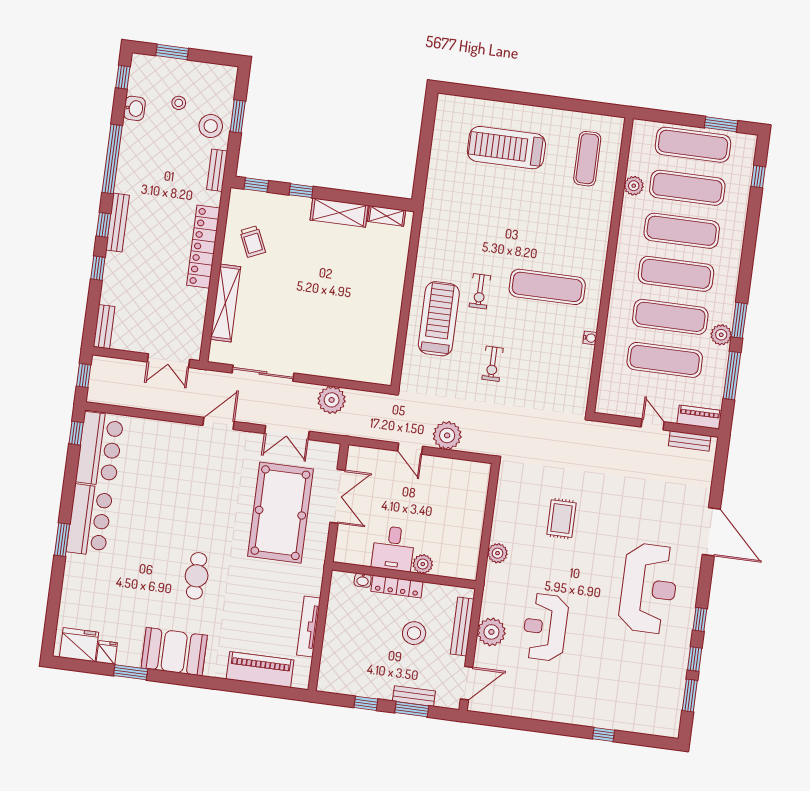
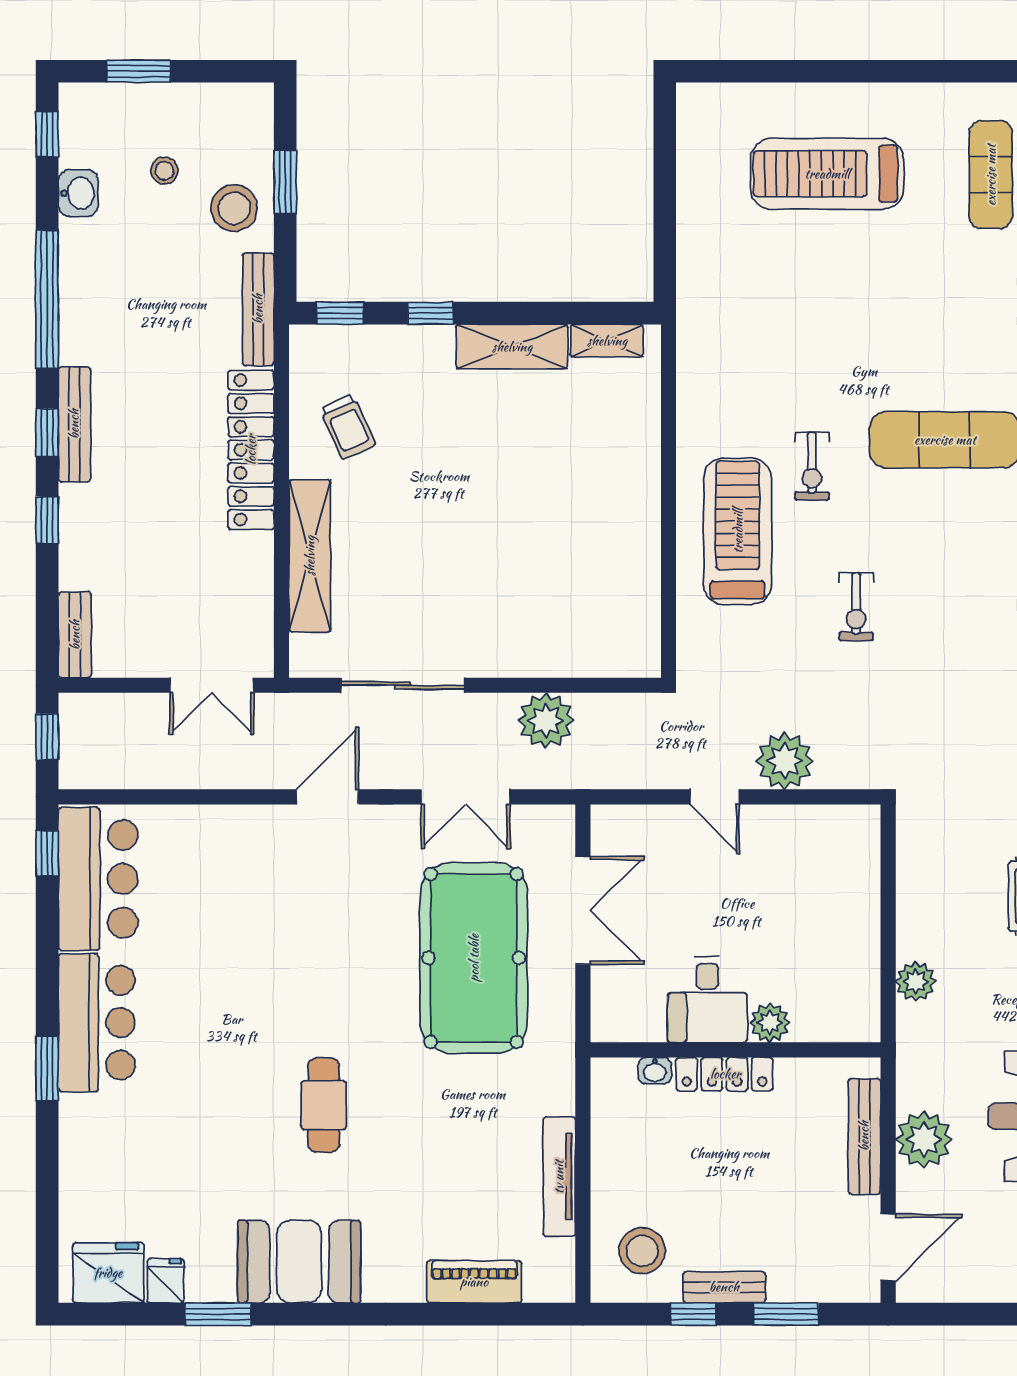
bench: (217, 170) -> (258, 309), width x1.36
stool: (414, 633) -> (642, 1251), moved
piano: (260, 670) -> (474, 1282), width x0.73, depth x0.75
bench: (414, 696) -> (724, 1287), moved

